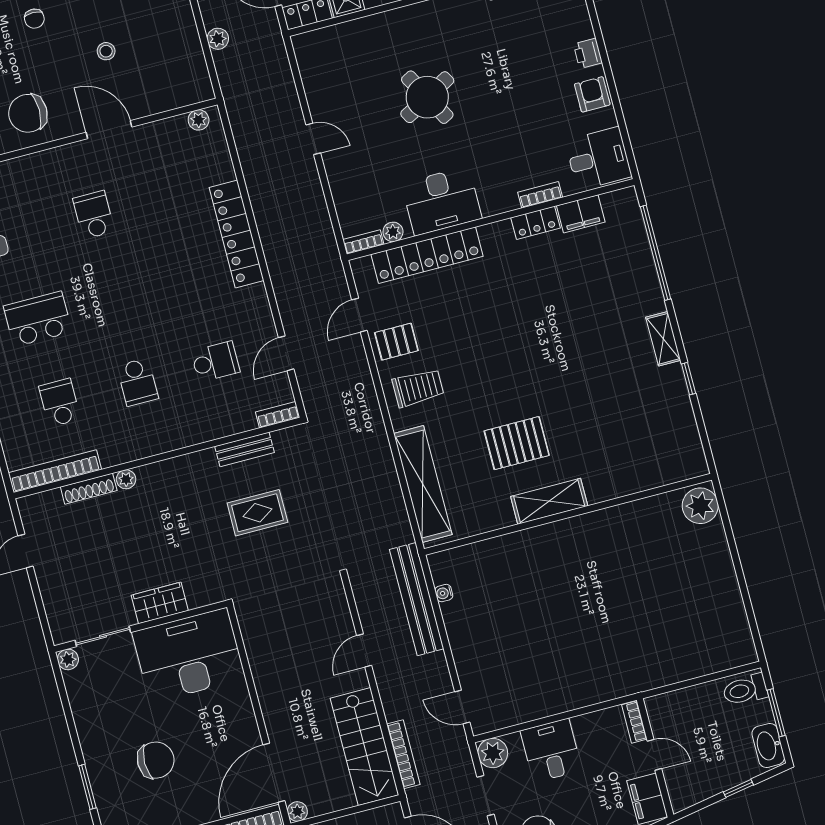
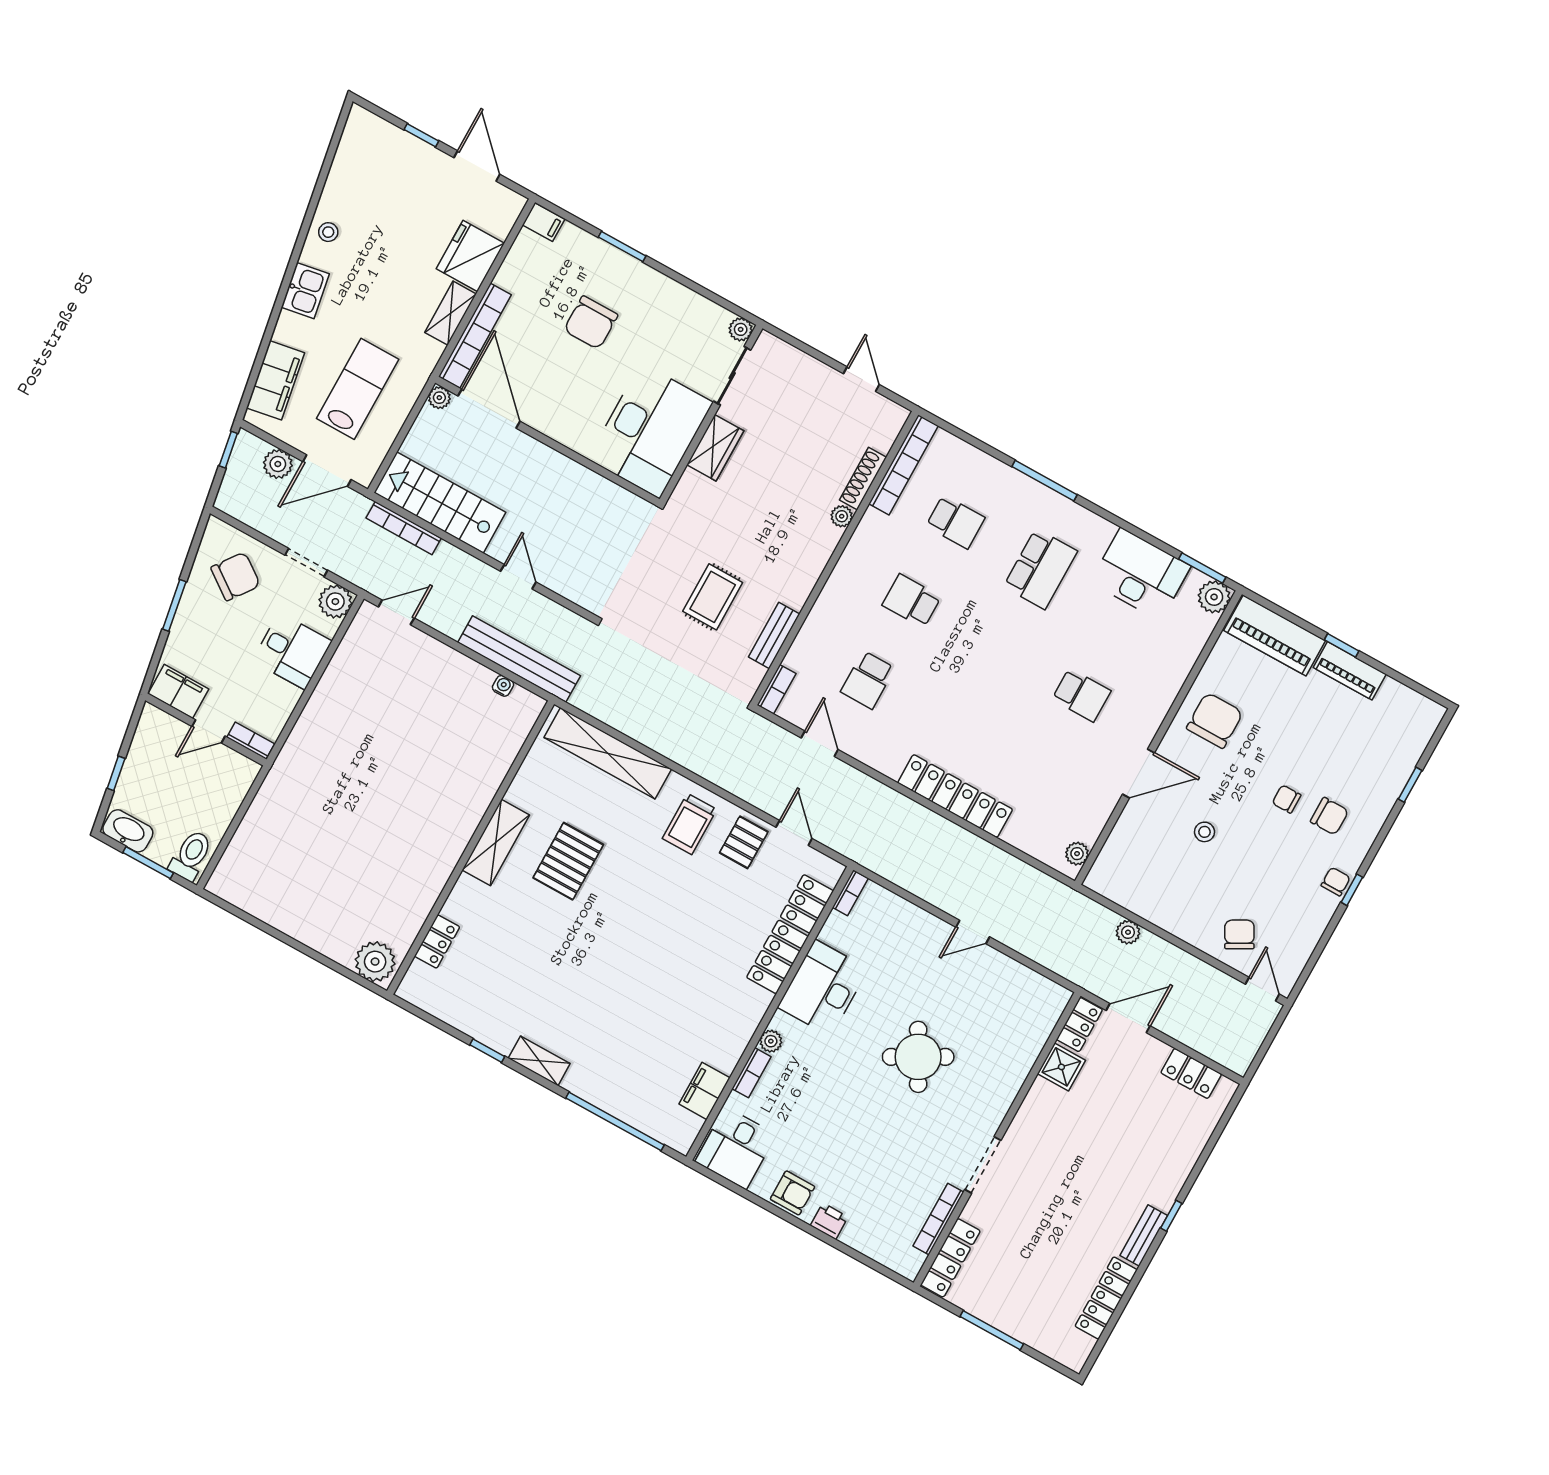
locker: (536, 223) -> (437, 942), moved, turned 180
plant: (393, 232) -> (771, 1041), moved

